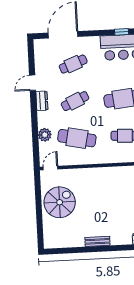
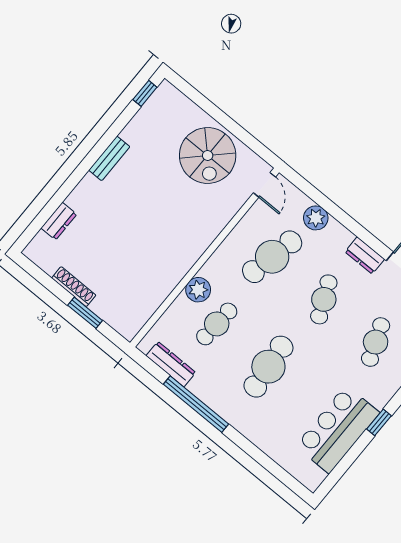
window: (122, 32) -> (379, 422), moved
plant: (118, 156) -> (198, 290), added
window: (58, 251) -> (145, 93), added

